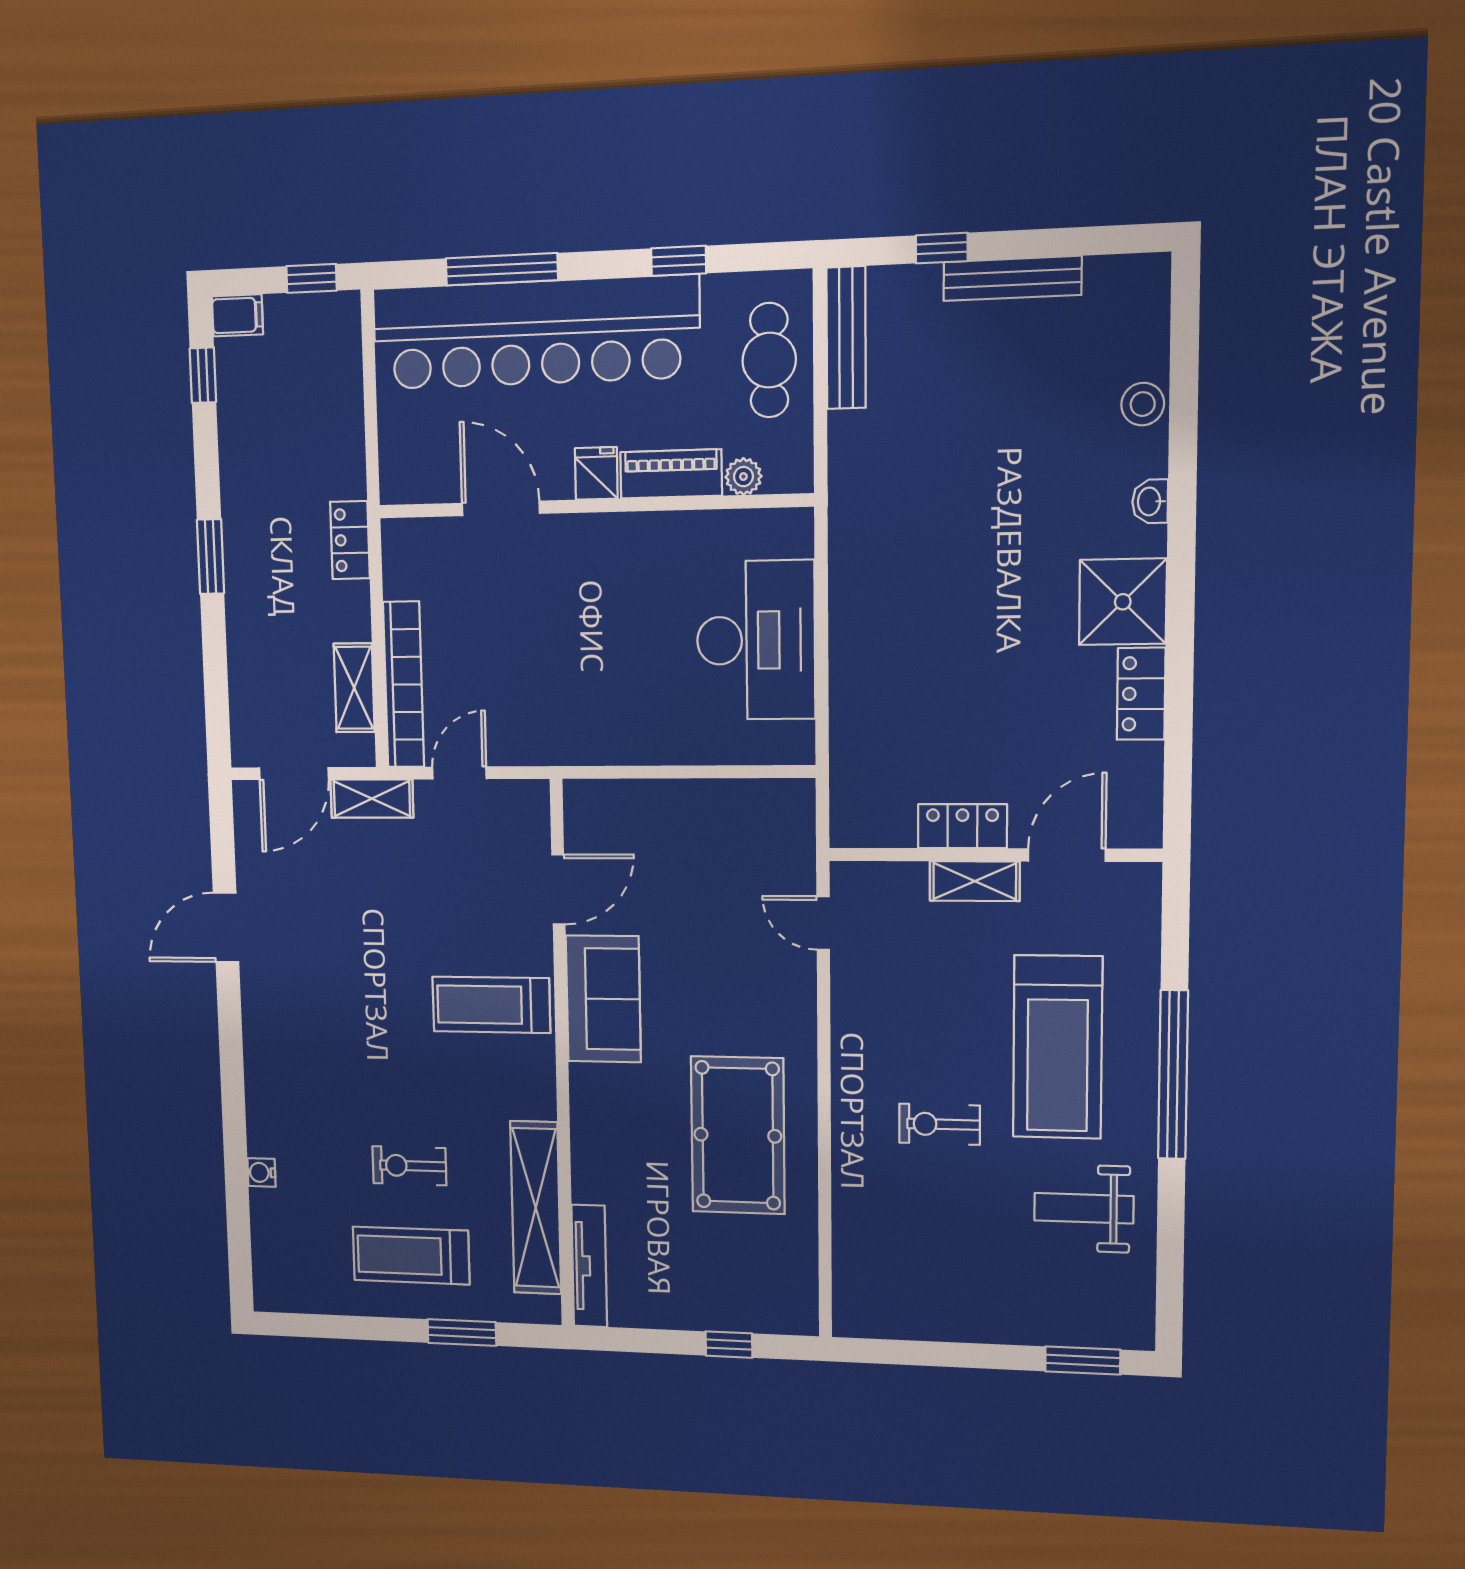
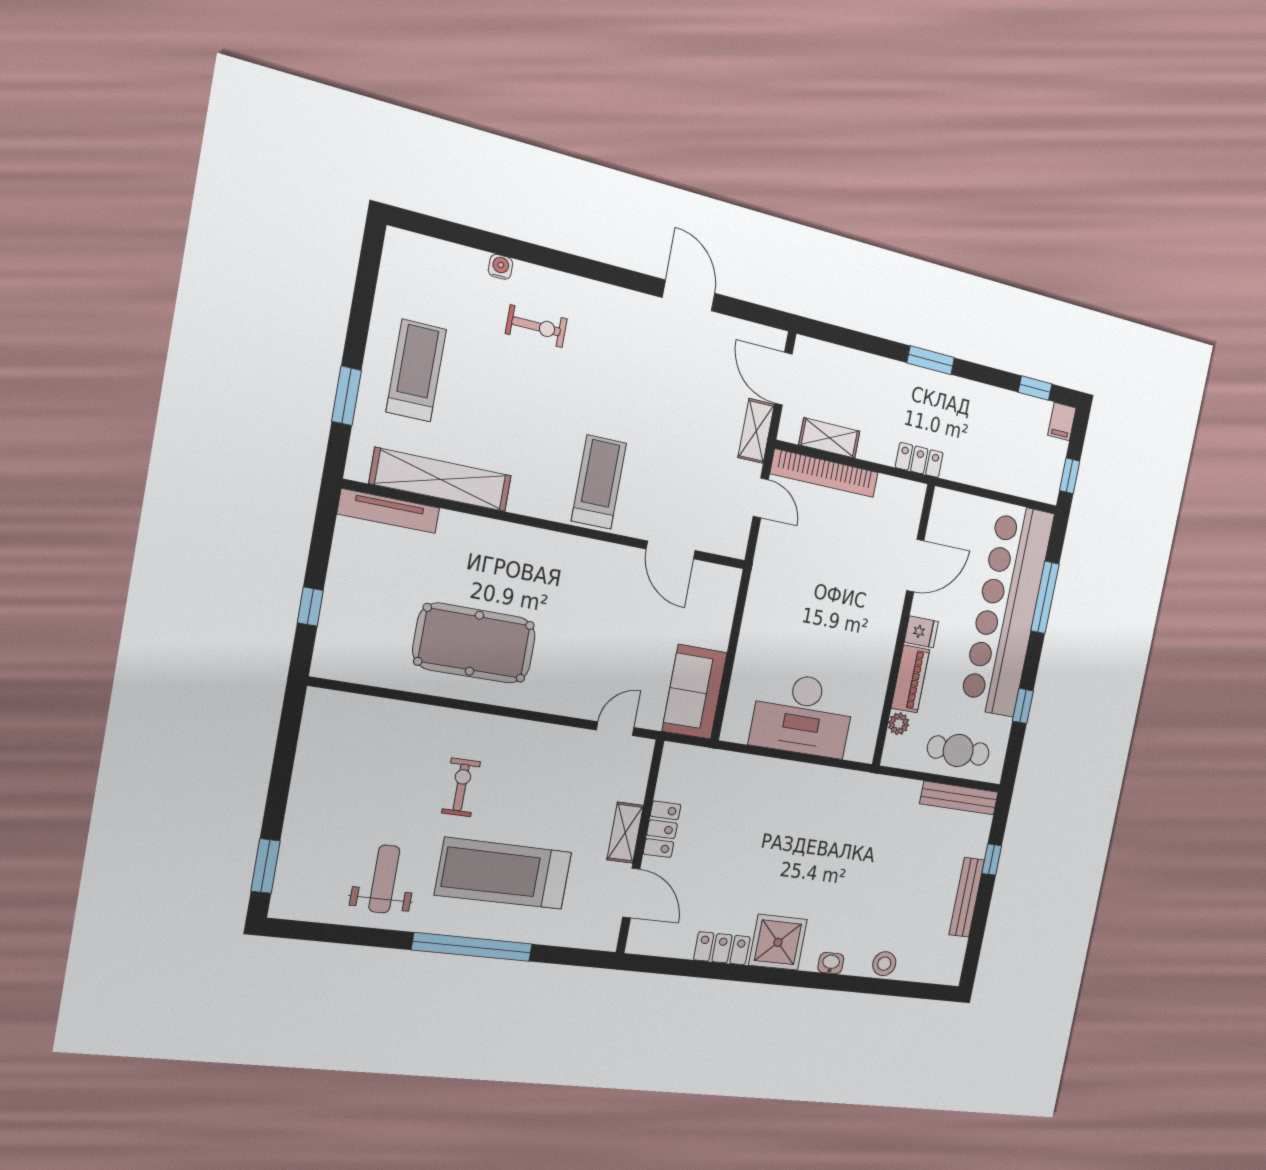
sofa: (603, 999) -> (695, 692), moved, turned 90
exercise bike: (409, 1166) -> (536, 326), moved, turned 90

